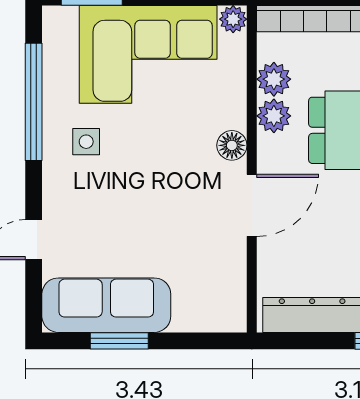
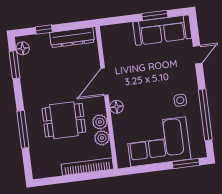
plant: (233, 19) -> (123, 162), removed

